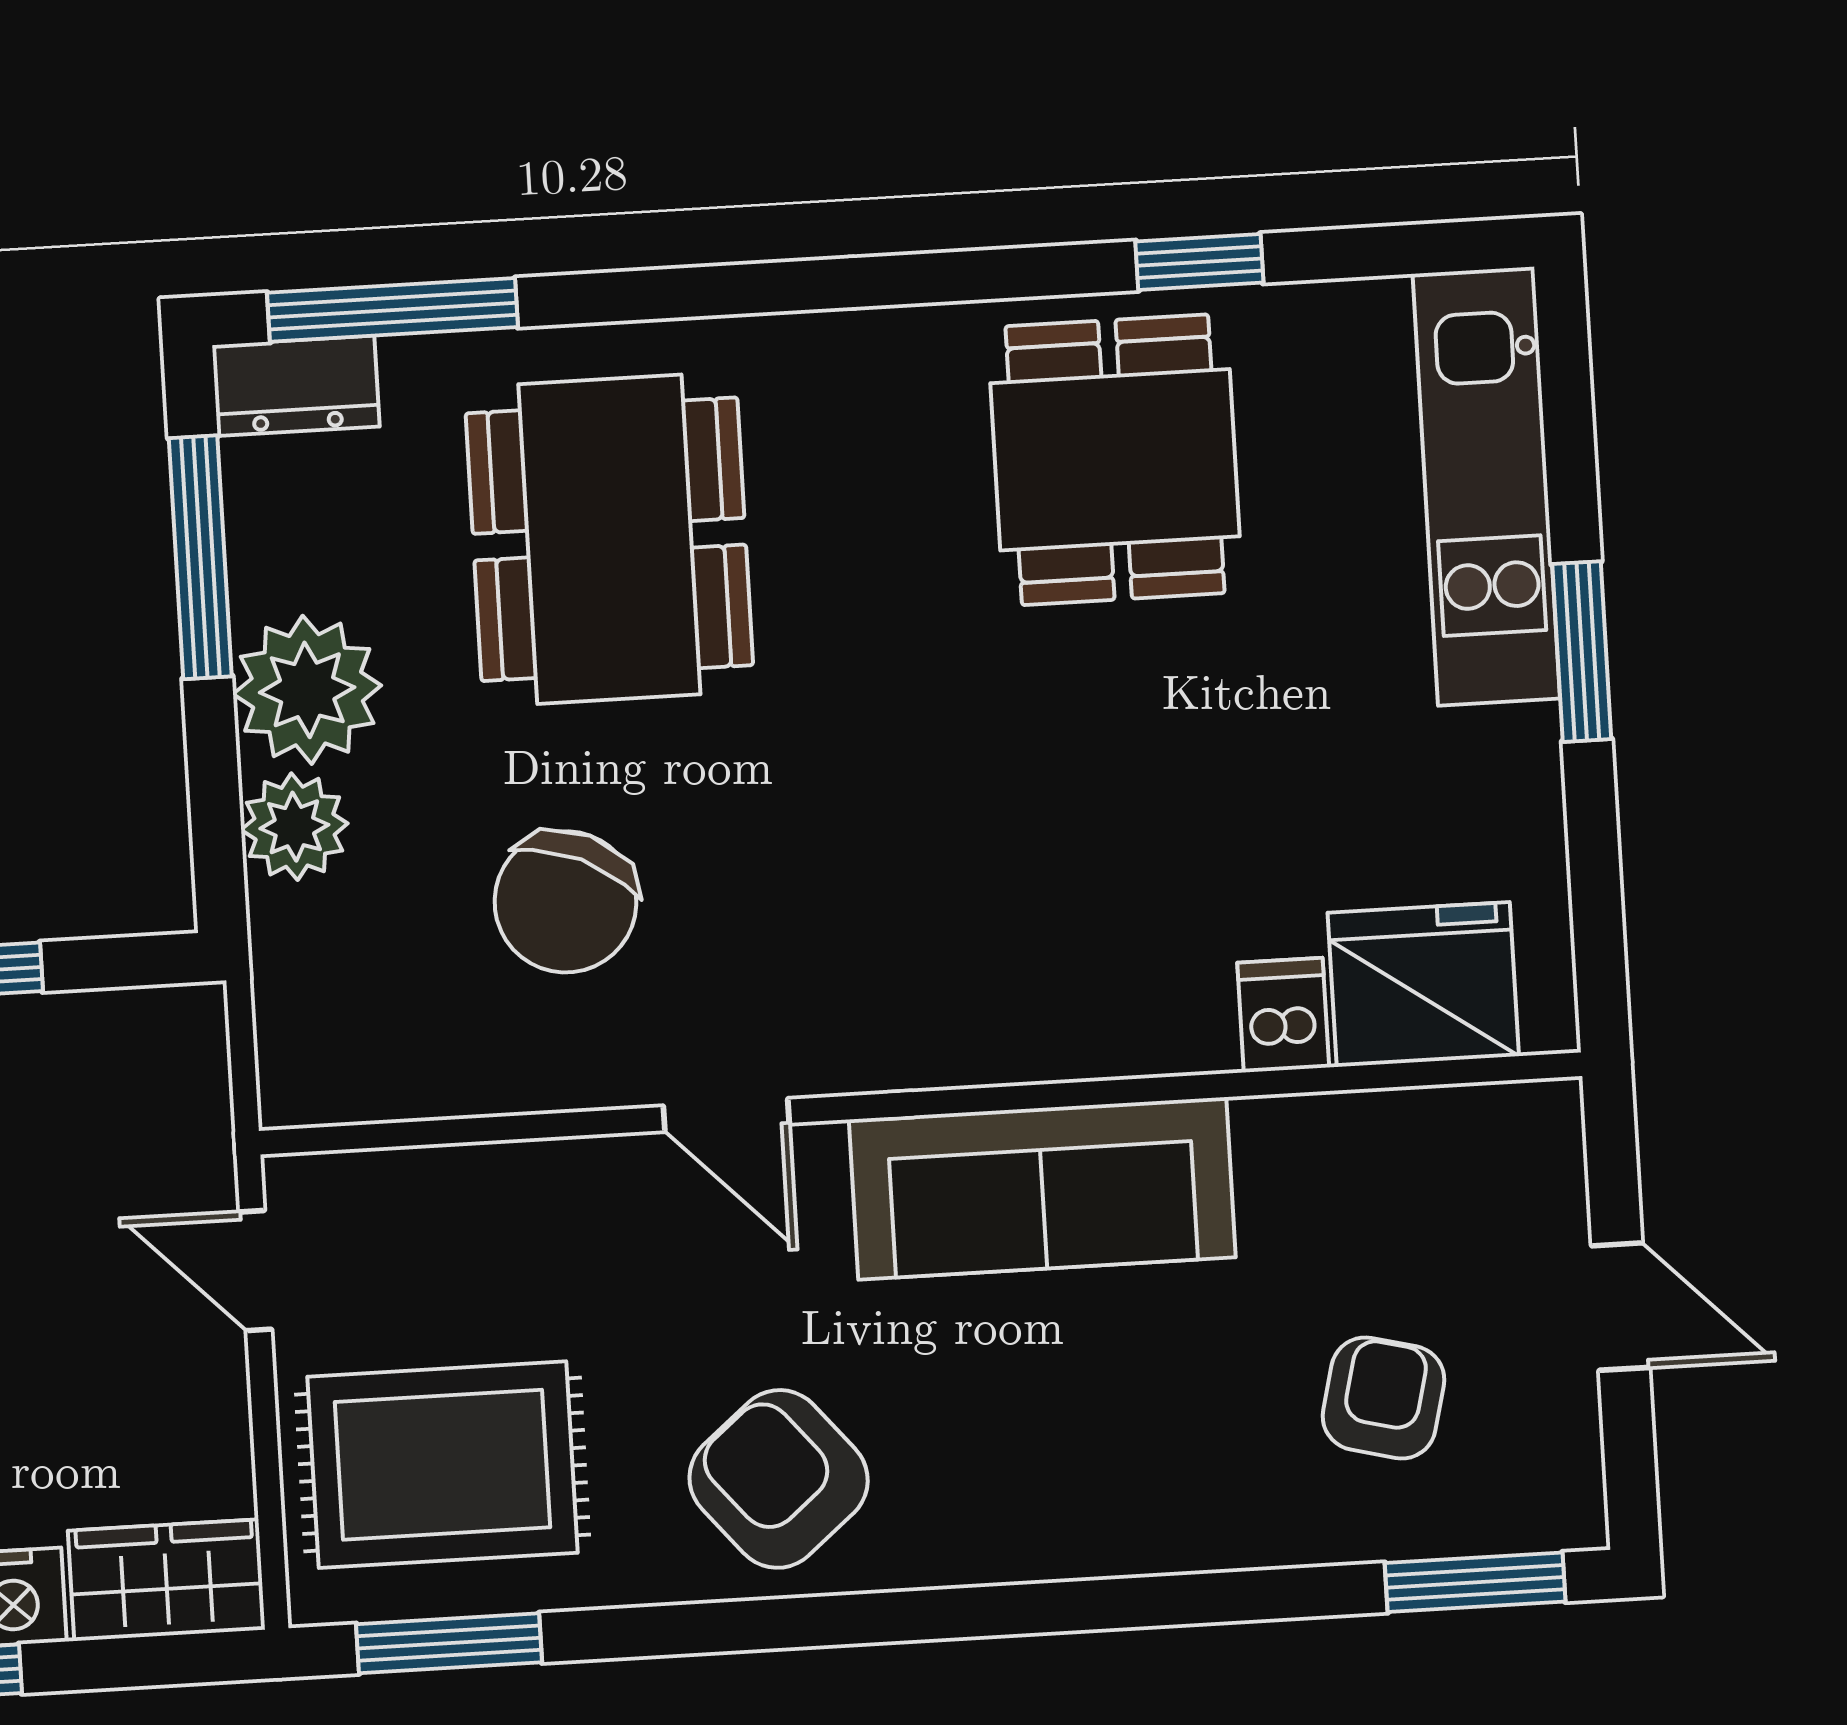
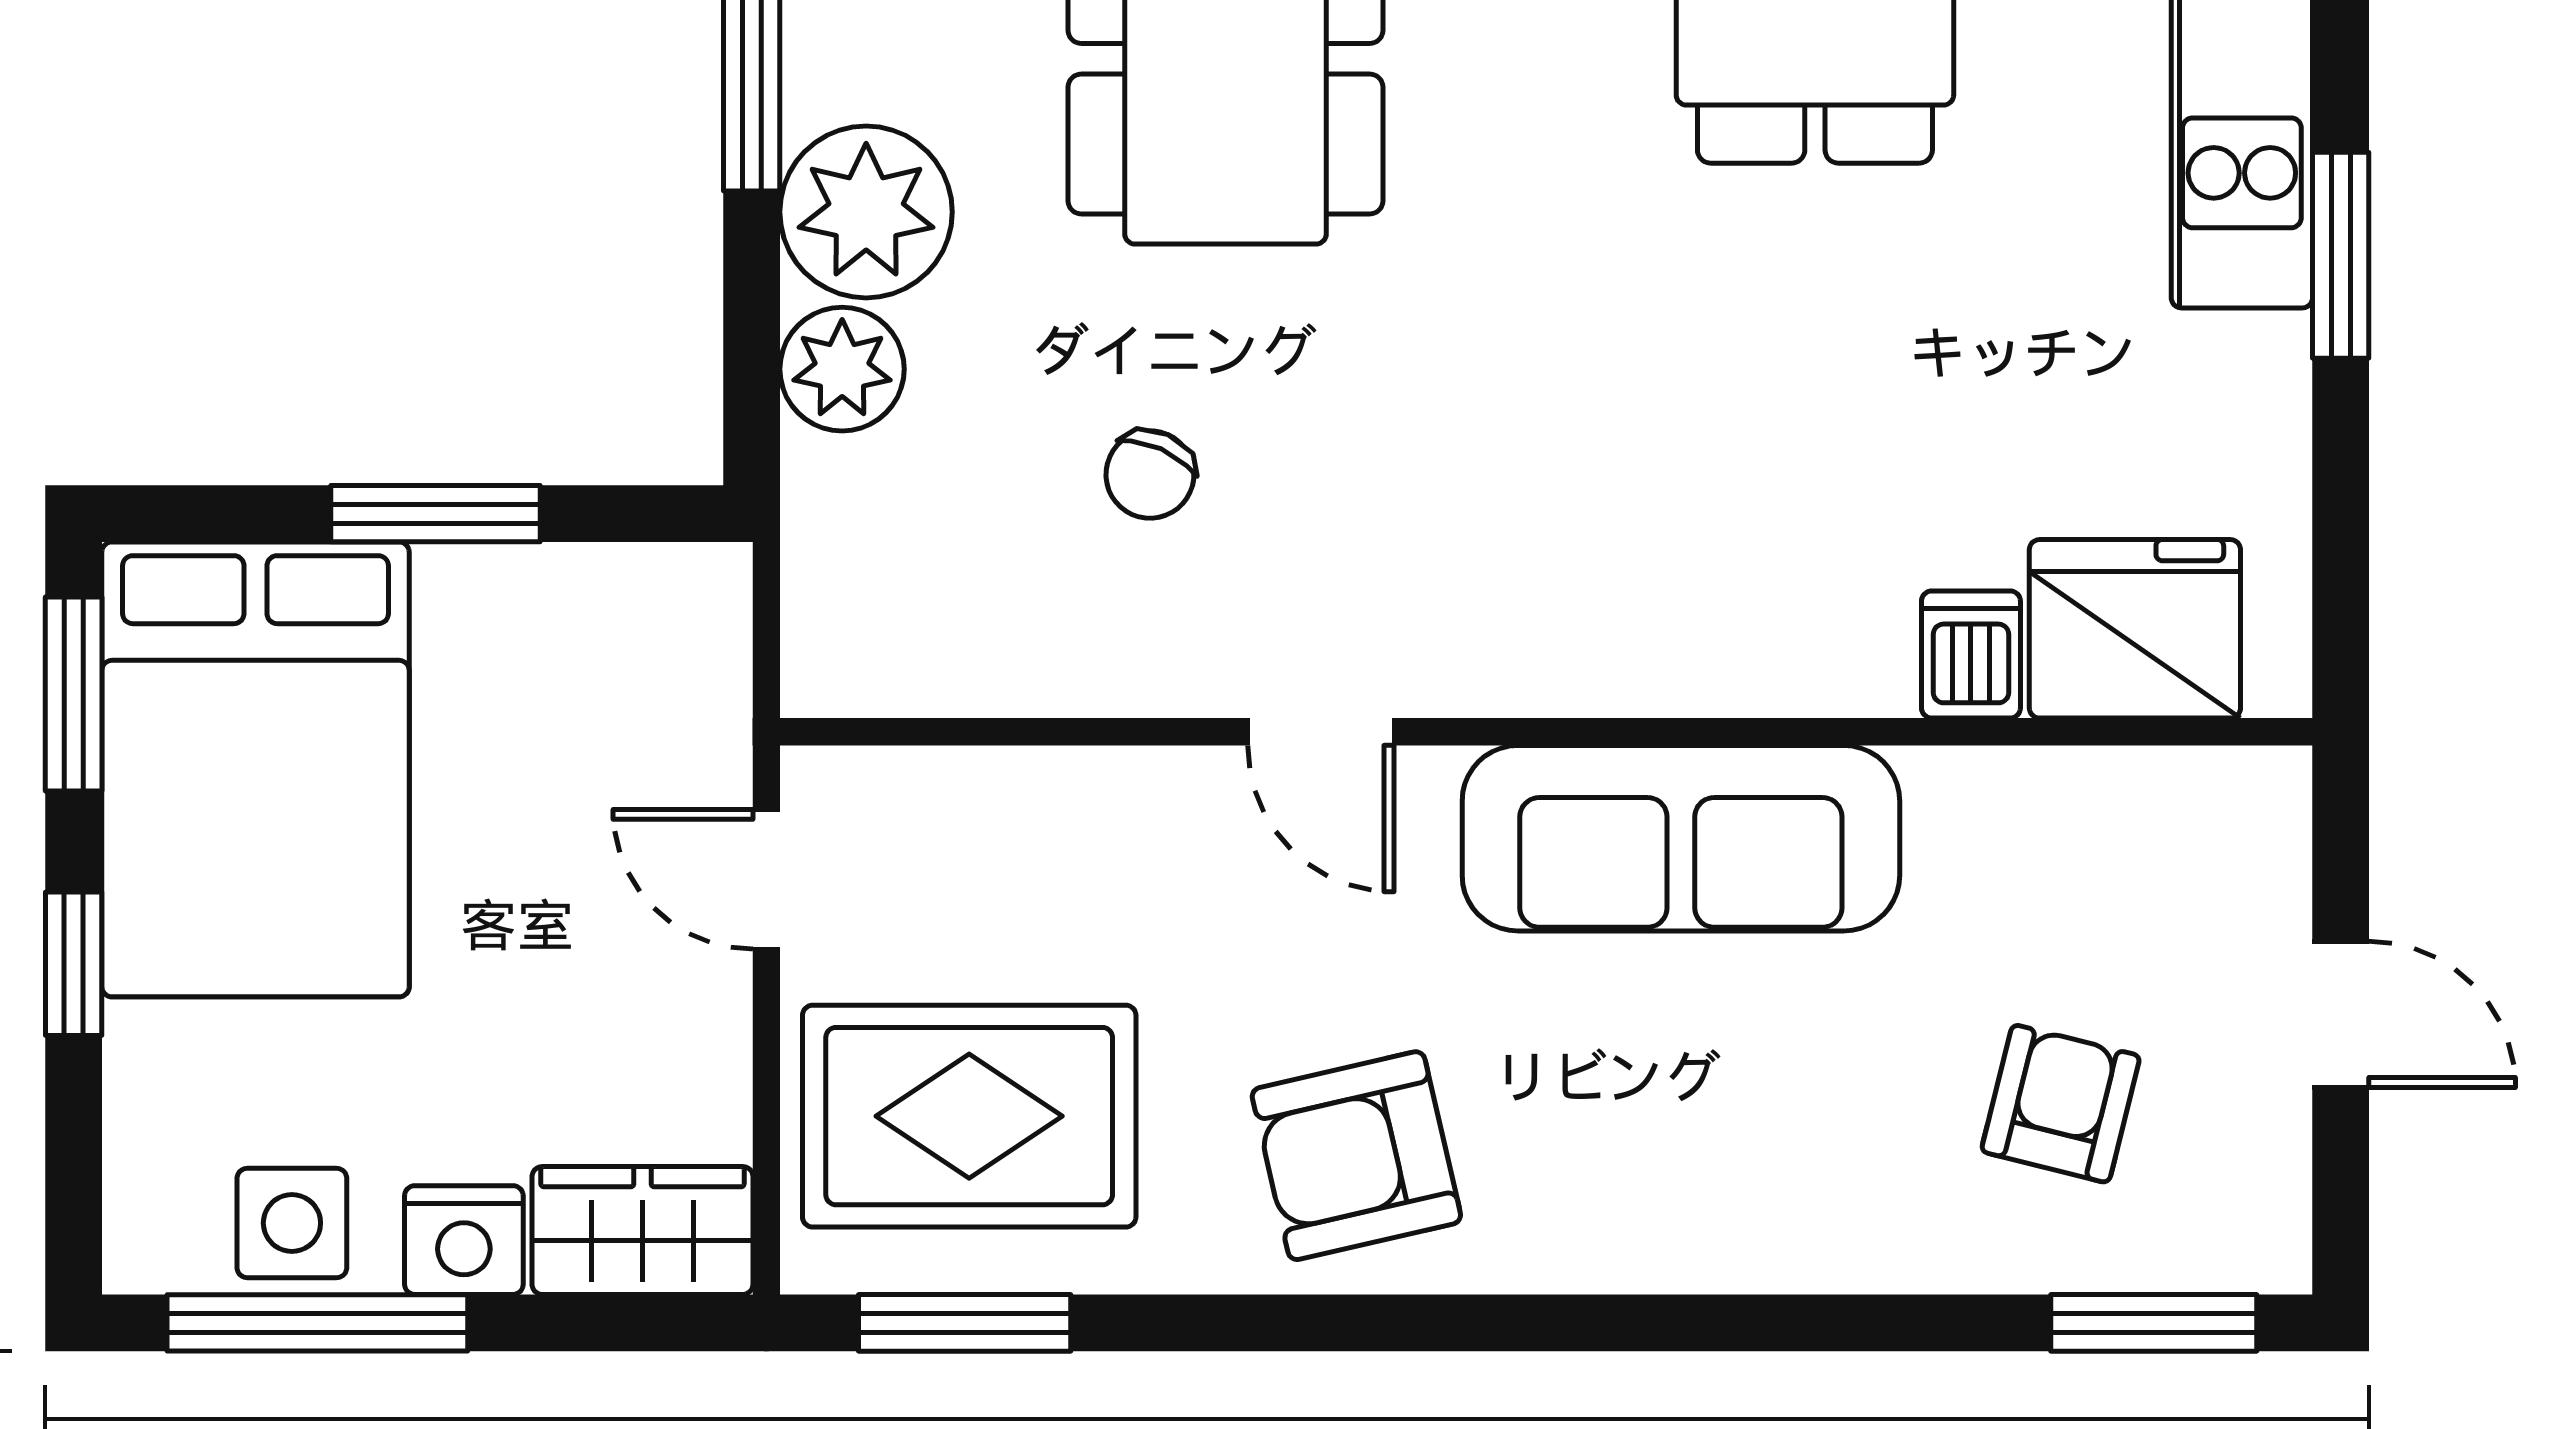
chair: (565, 902) -> (1150, 474), width x0.54, depth x0.54
armchair: (779, 1479) -> (1356, 1156), turned -63

